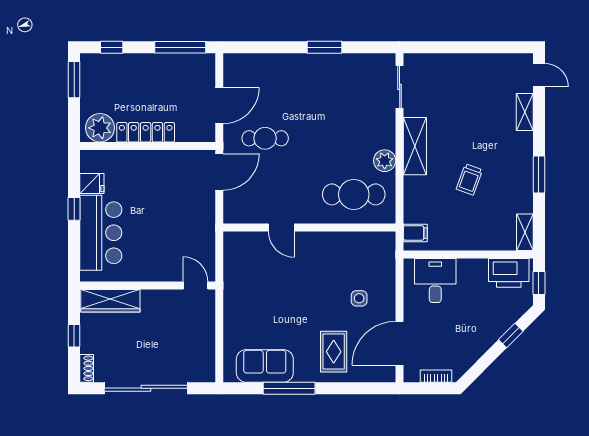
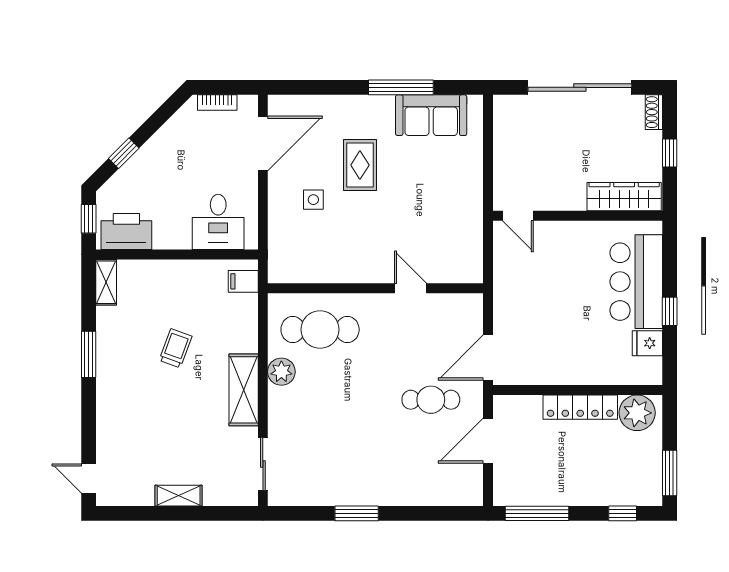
shelving: (525, 112) -> (179, 496), moved, turned 90
rug: (334, 352) -> (360, 165), moved

